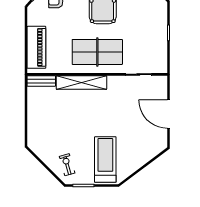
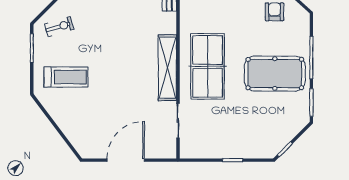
shelving: (81, 82) -> (167, 68), moved
treadmill: (105, 159) -> (66, 77), width x0.73, depth x0.73

